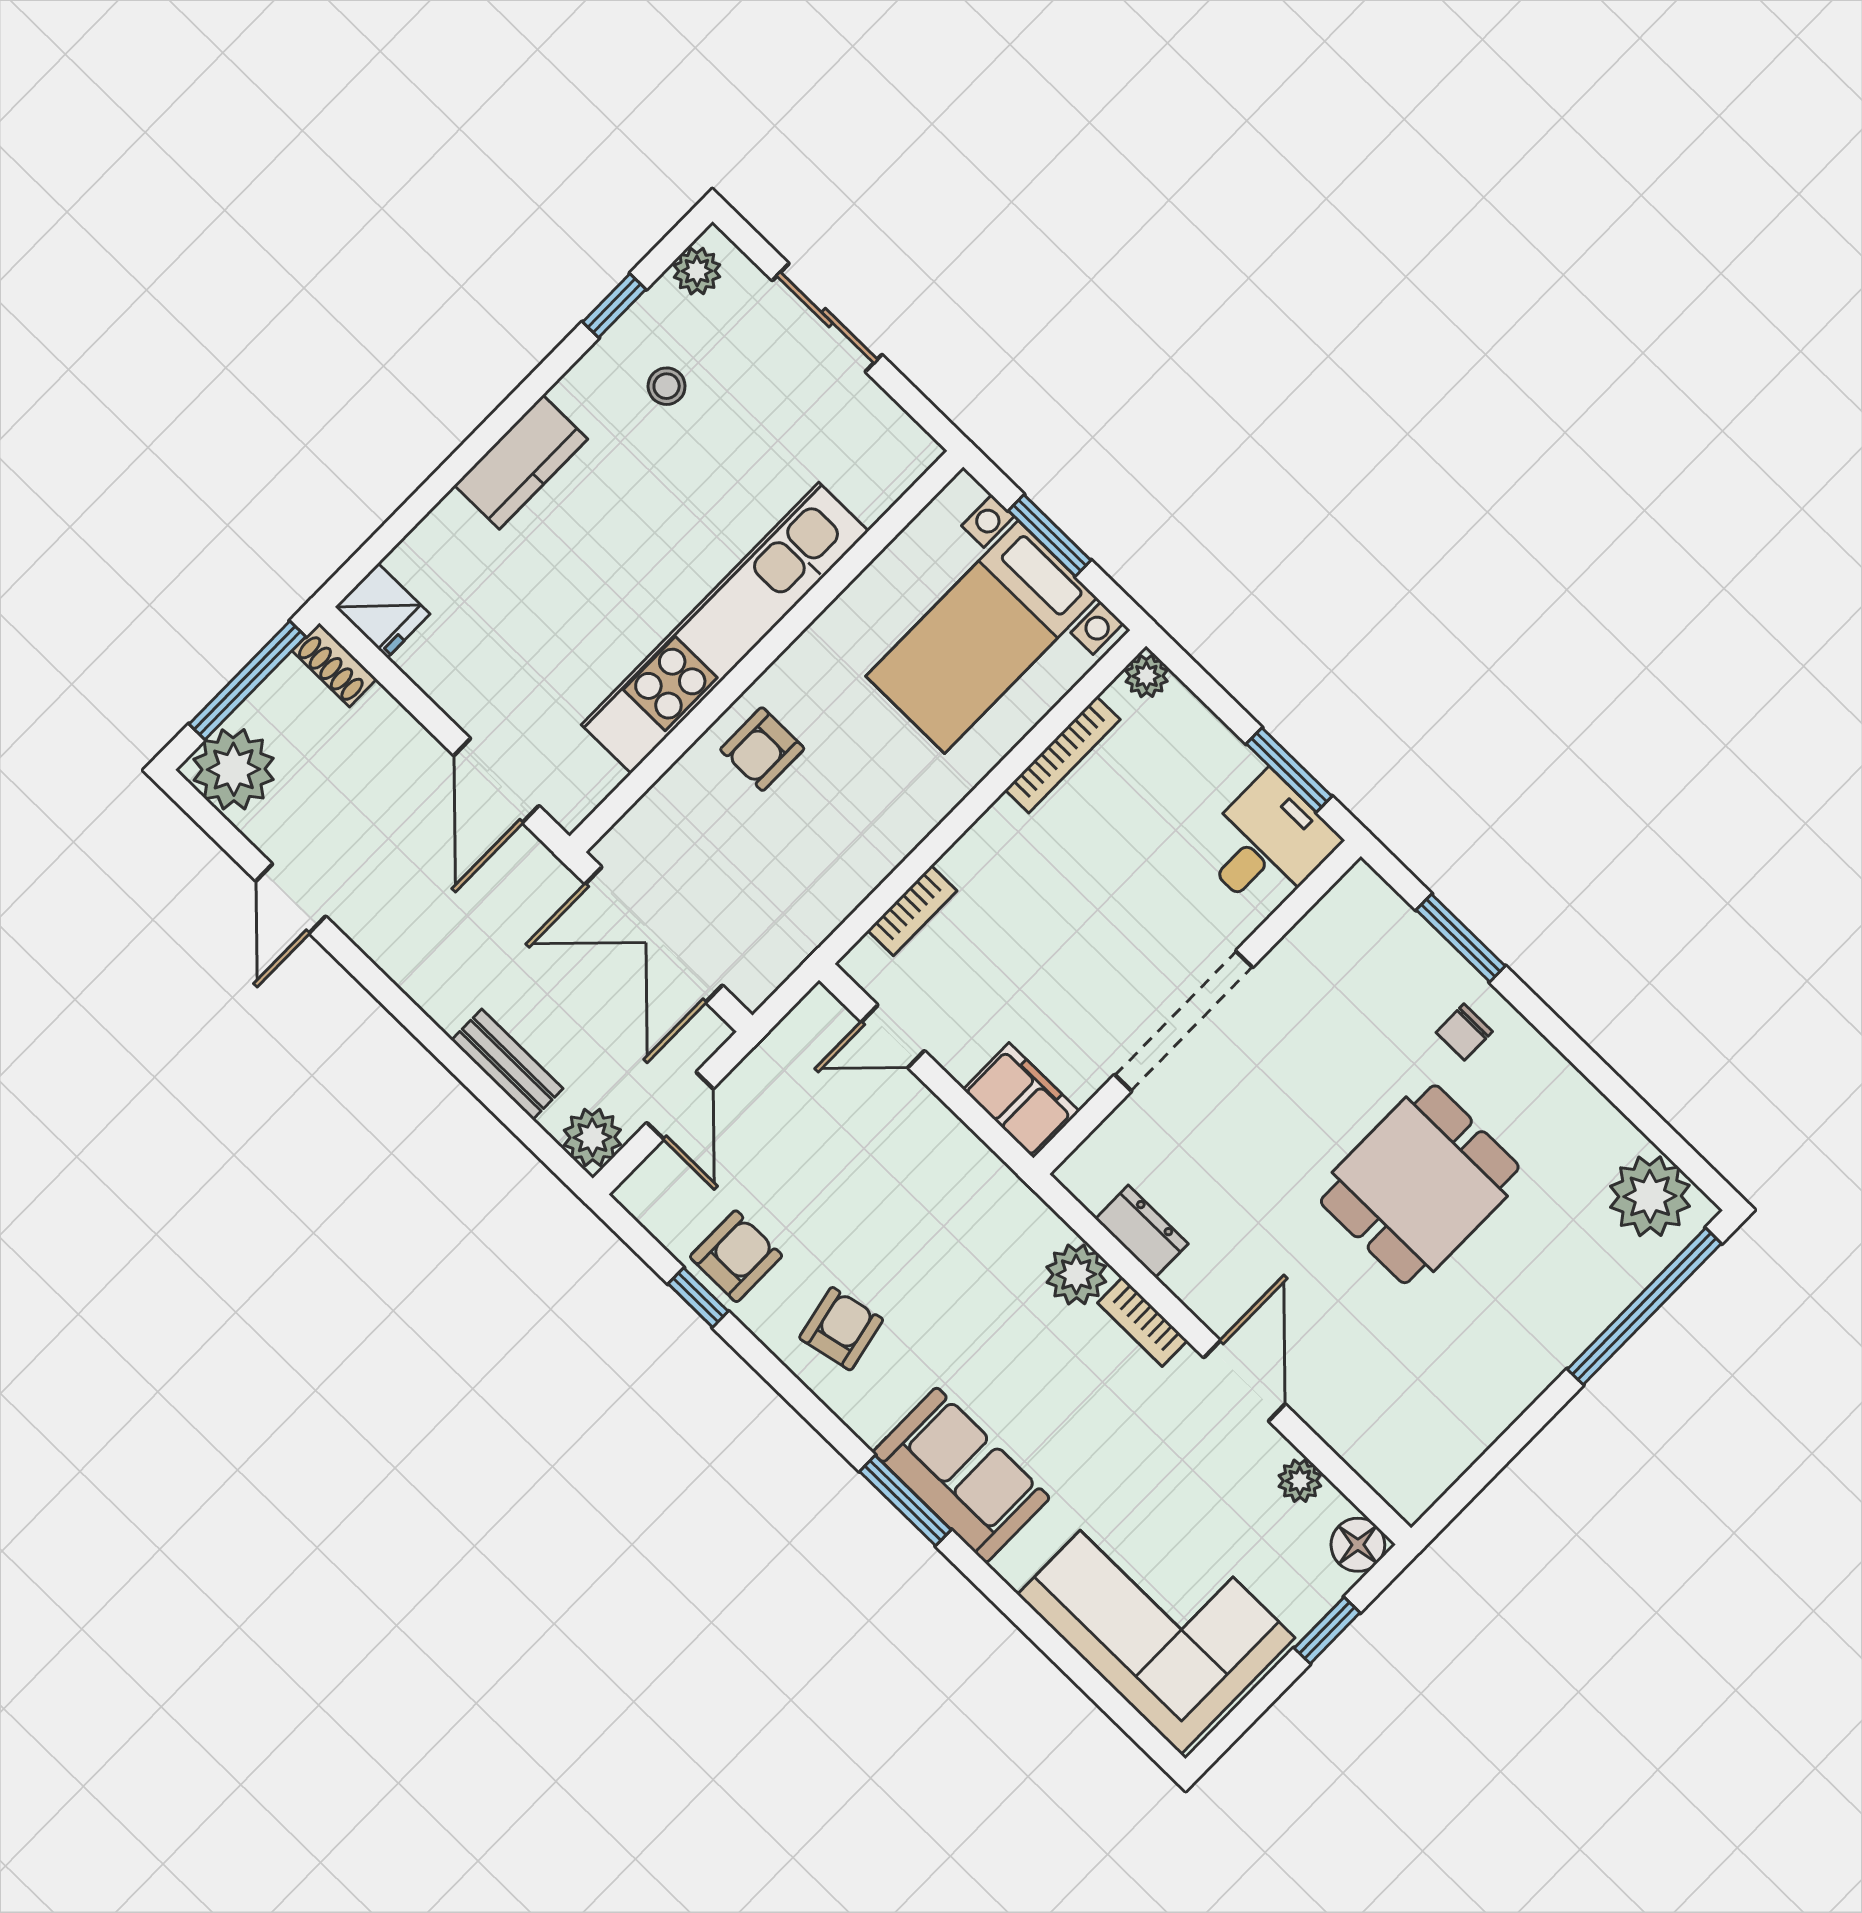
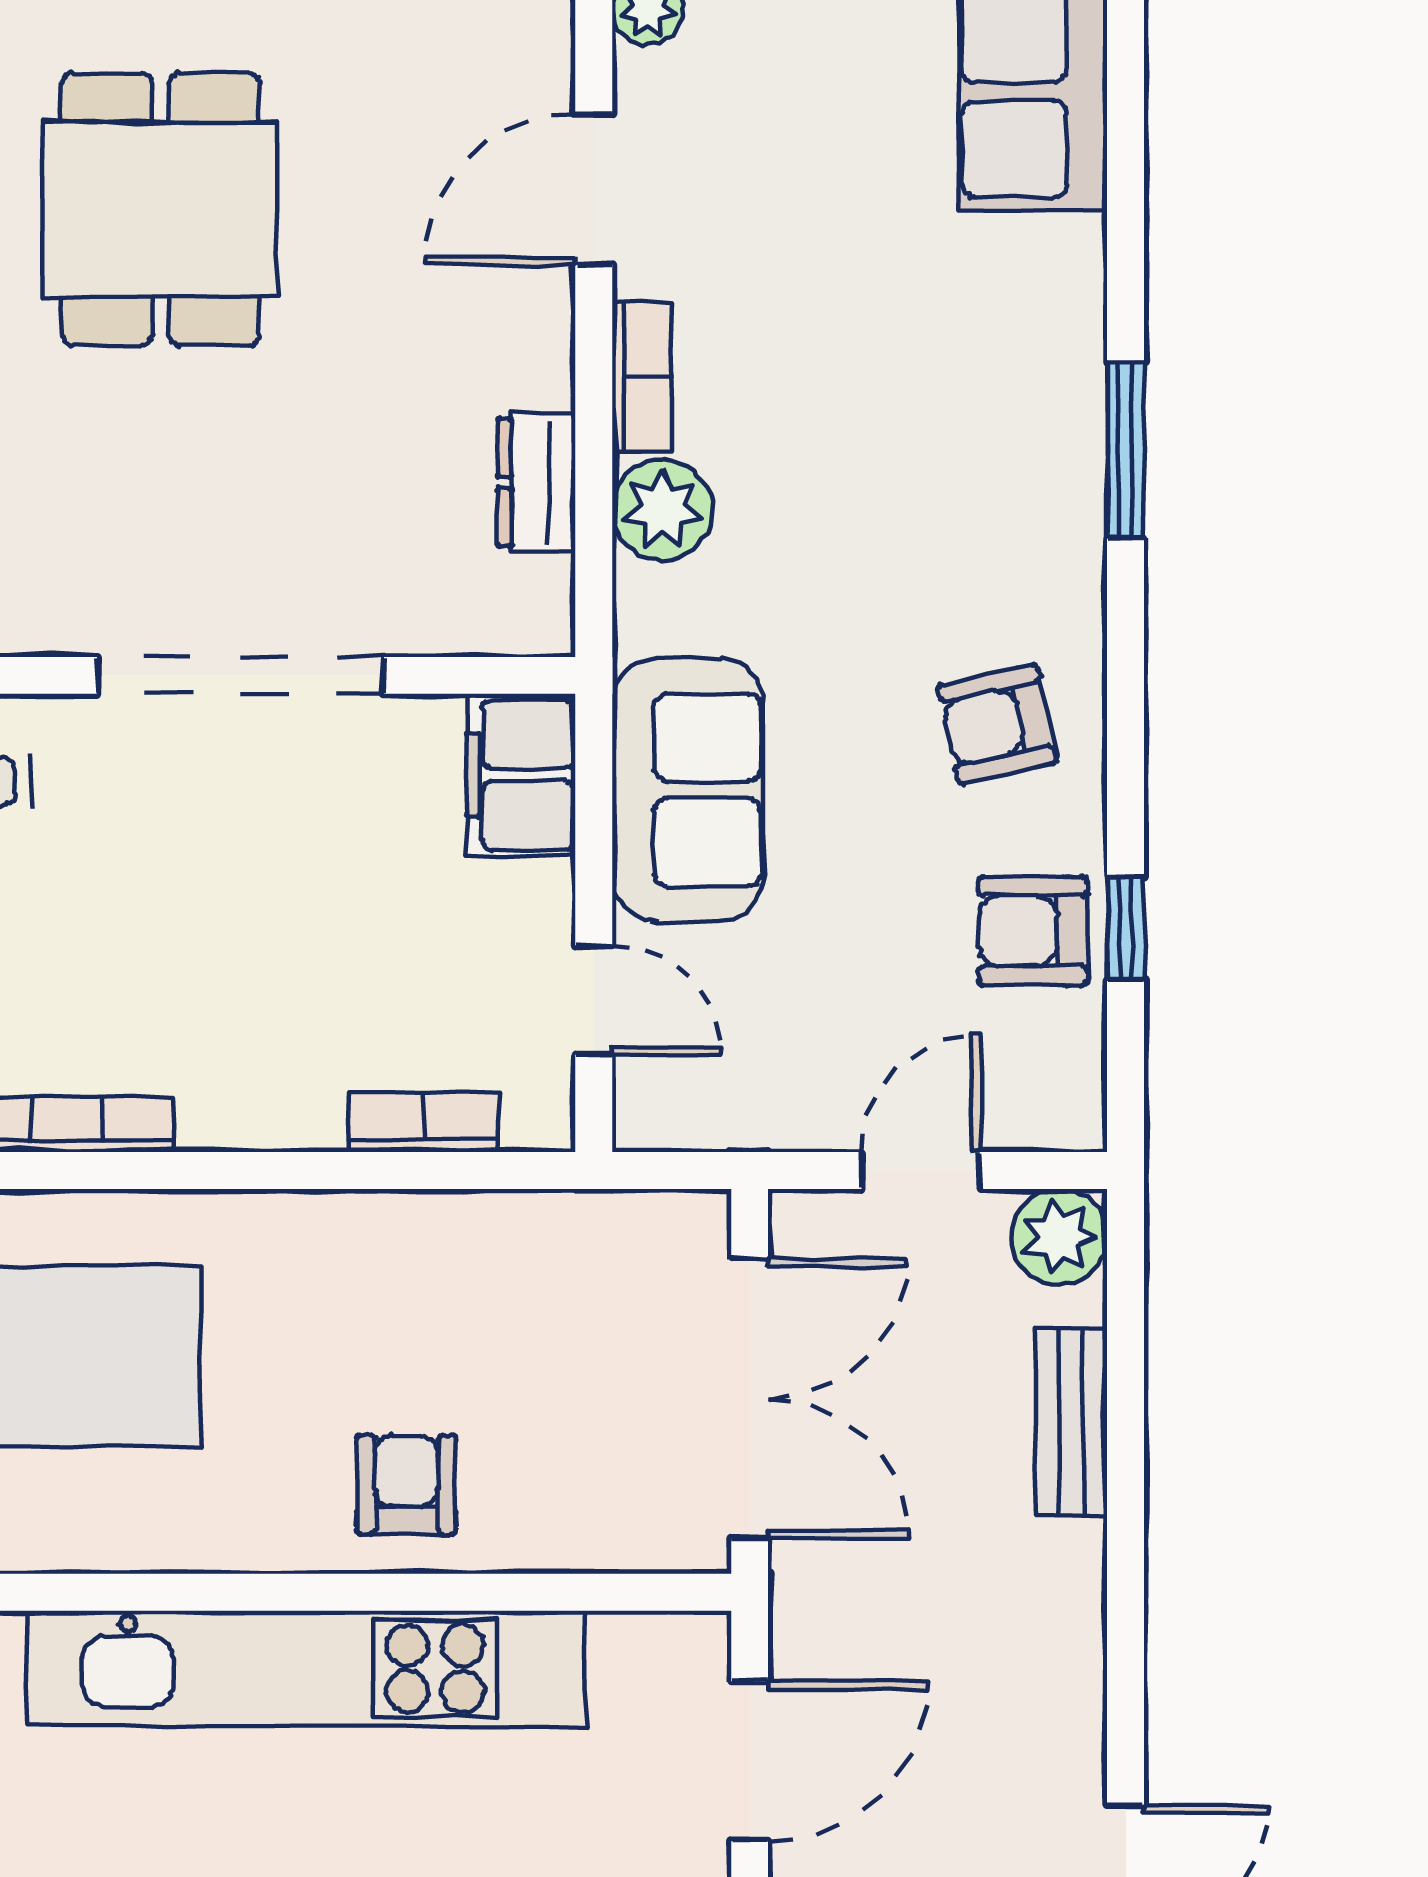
armchair: (762, 749) -> (406, 1485), turned -90
dining table: (1420, 1184) -> (161, 209), turned 90
sofa: (961, 1475) -> (688, 790), moved, turned 180

